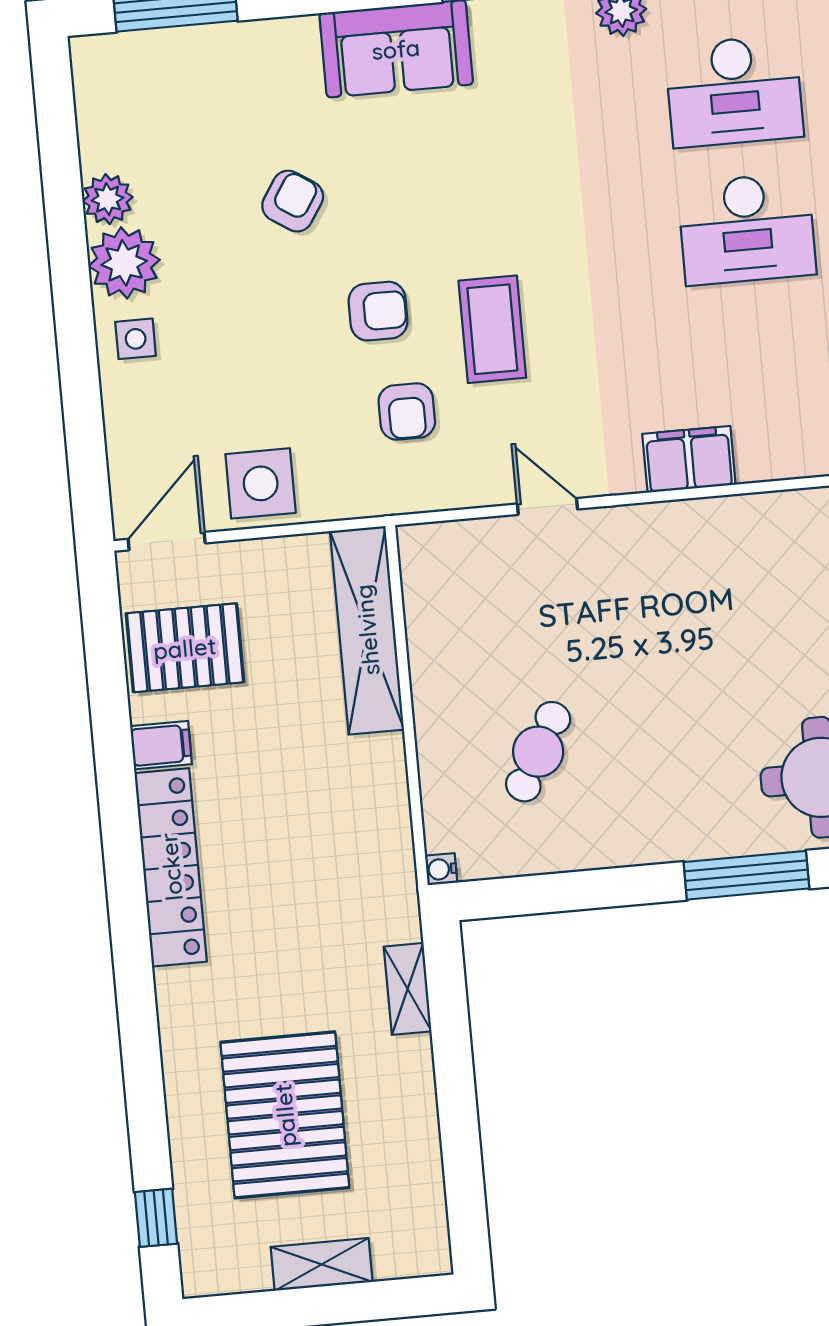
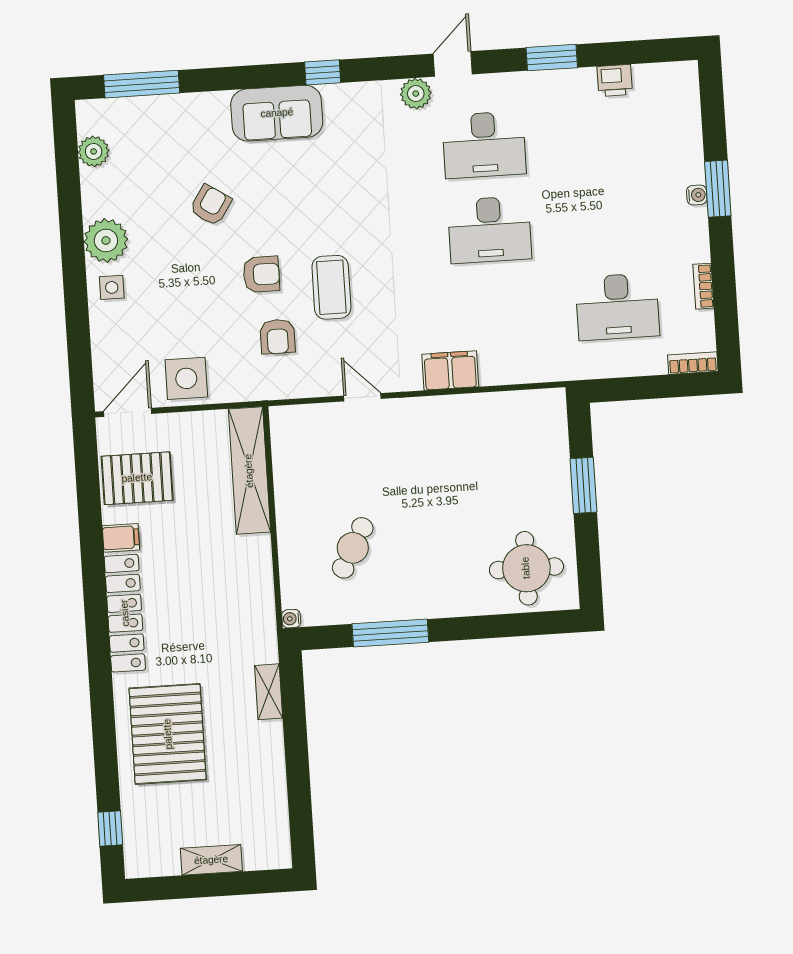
plant: (108, 199) -> (94, 151), moved
window: (746, 875) -> (390, 633), moved
pallet: (285, 1115) -> (168, 734), moved

